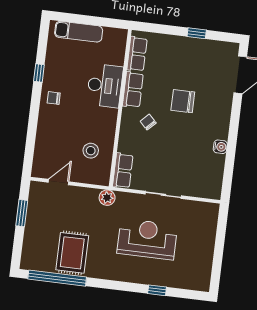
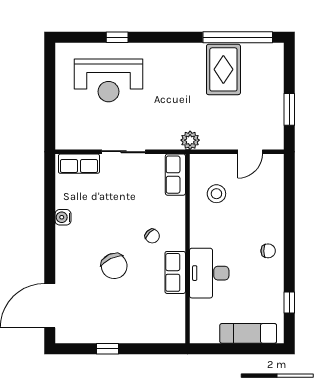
row of seats: (137, 54) -> (79, 164), moved, turned -90
window: (39, 73) -> (289, 303), moved
chair: (183, 101) -> (114, 266), turned 65
reception desk: (147, 239) -> (108, 80), moved

